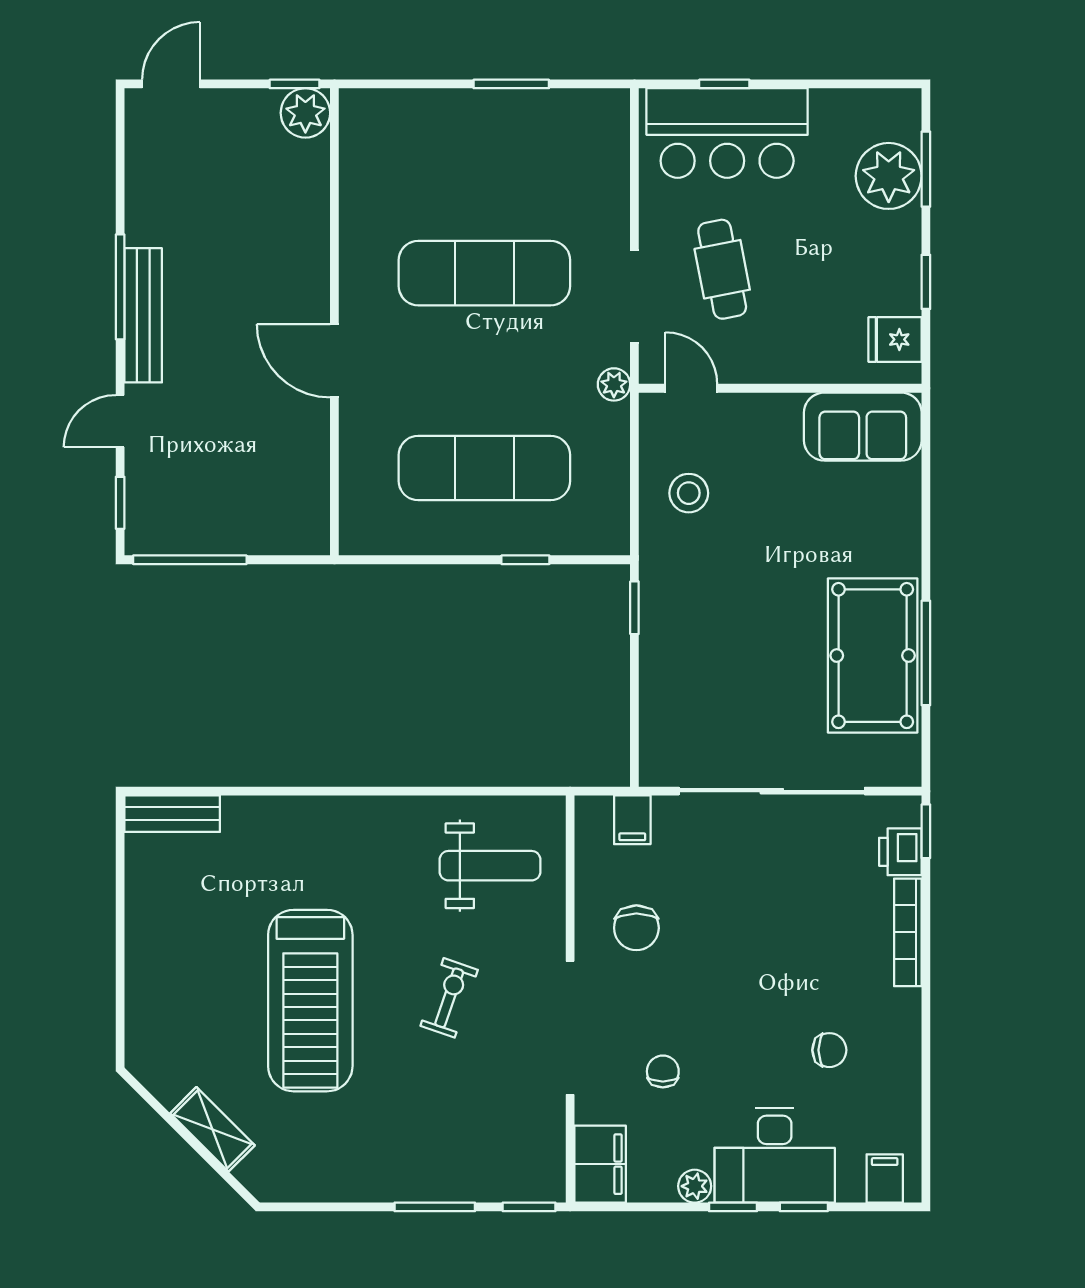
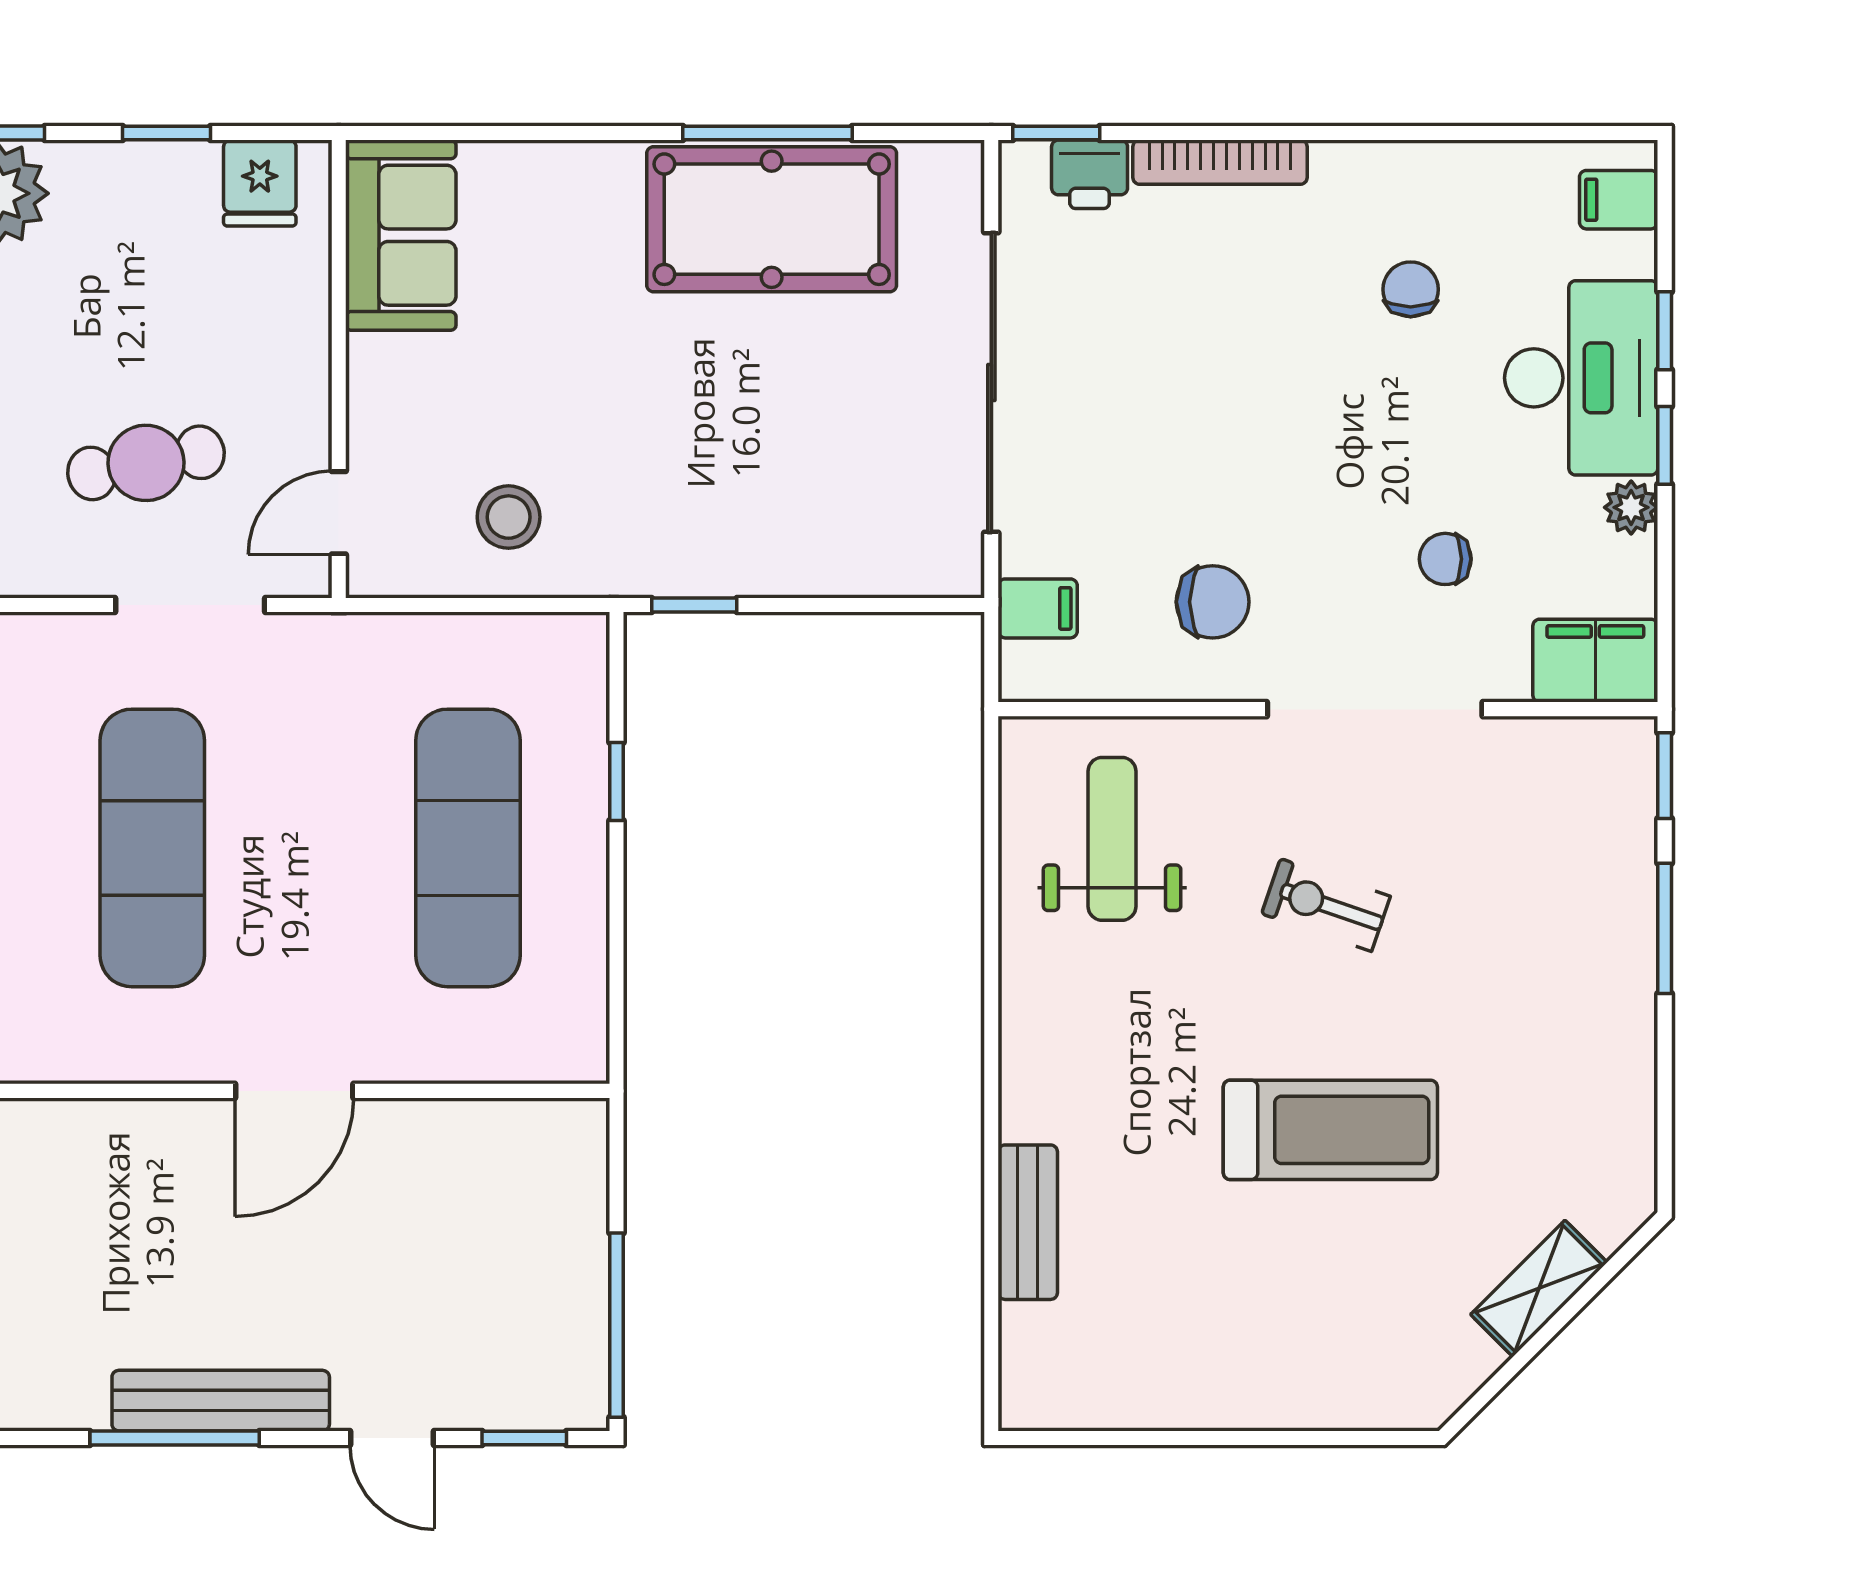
plant: (614, 384) -> (333, 638), removed
bench: (172, 814) -> (1028, 1222), moved
treadmill: (310, 1001) -> (1330, 1130), width x0.73, depth x0.73

